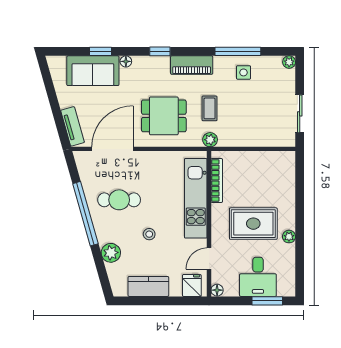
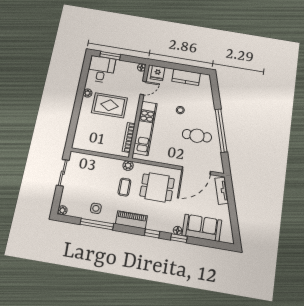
window: (100, 51) -> (179, 238), moved
plant: (111, 253) -> (208, 102), removed
desk: (258, 277) -> (101, 69), moved

